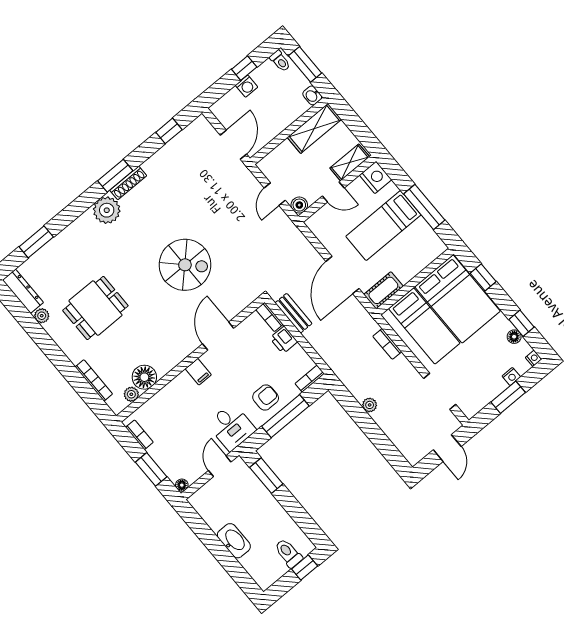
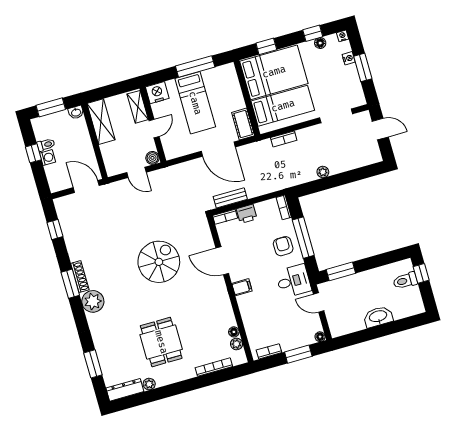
toilet: (280, 61) -> (46, 145), moved
floor lamp: (144, 377) -> (234, 332), width x0.53, depth x0.53

